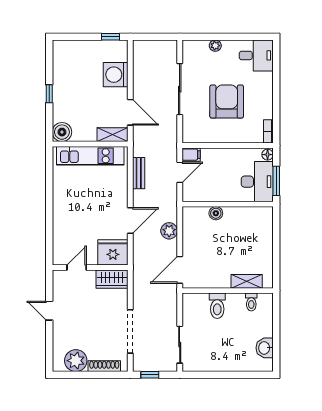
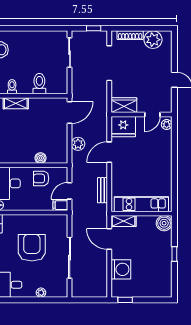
armchair: (227, 102) -> (32, 248), turned 180
armchair: (215, 188) -> (41, 178), added
plant: (59, 255) -> (167, 124), added

